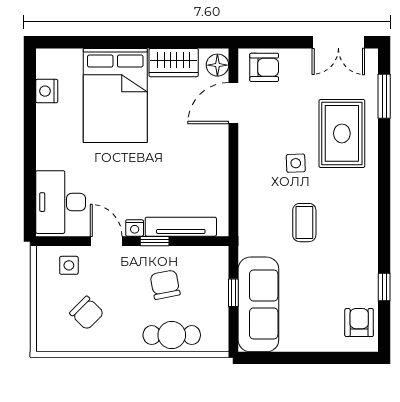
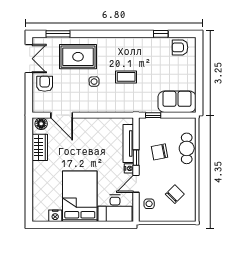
armchair: (264, 67) -> (45, 84), moved
bed: (115, 95) -> (80, 196), moved, turned -90
window: (233, 293) -> (153, 115), moved
sofa: (258, 304) -> (177, 102), width x0.73

